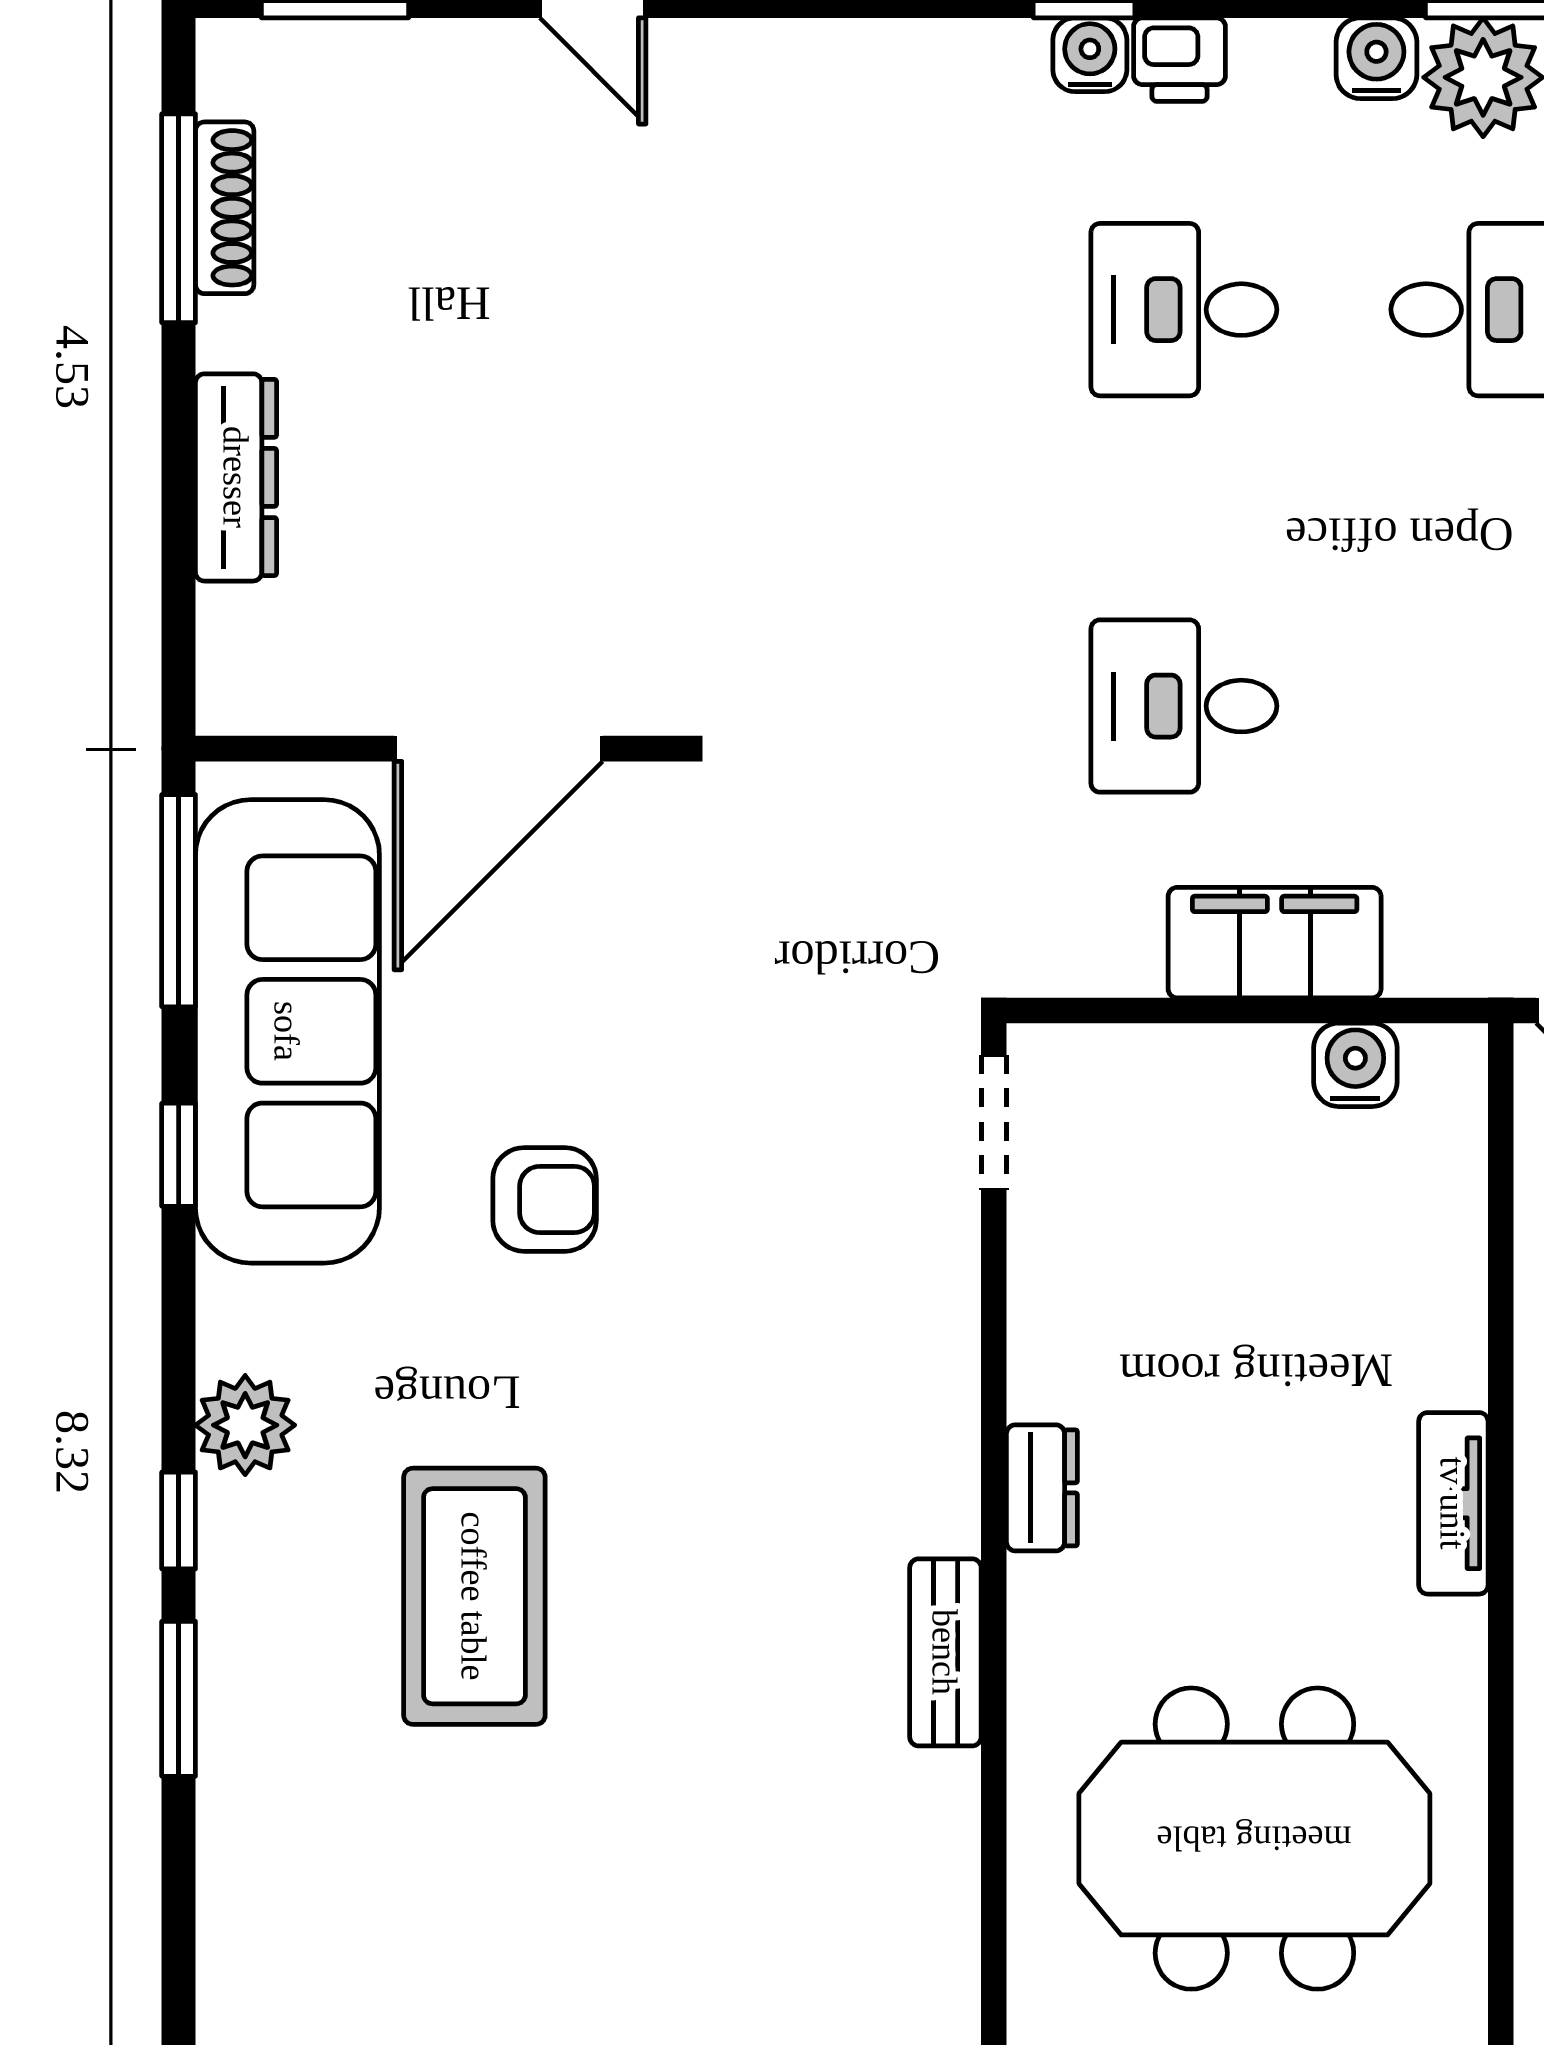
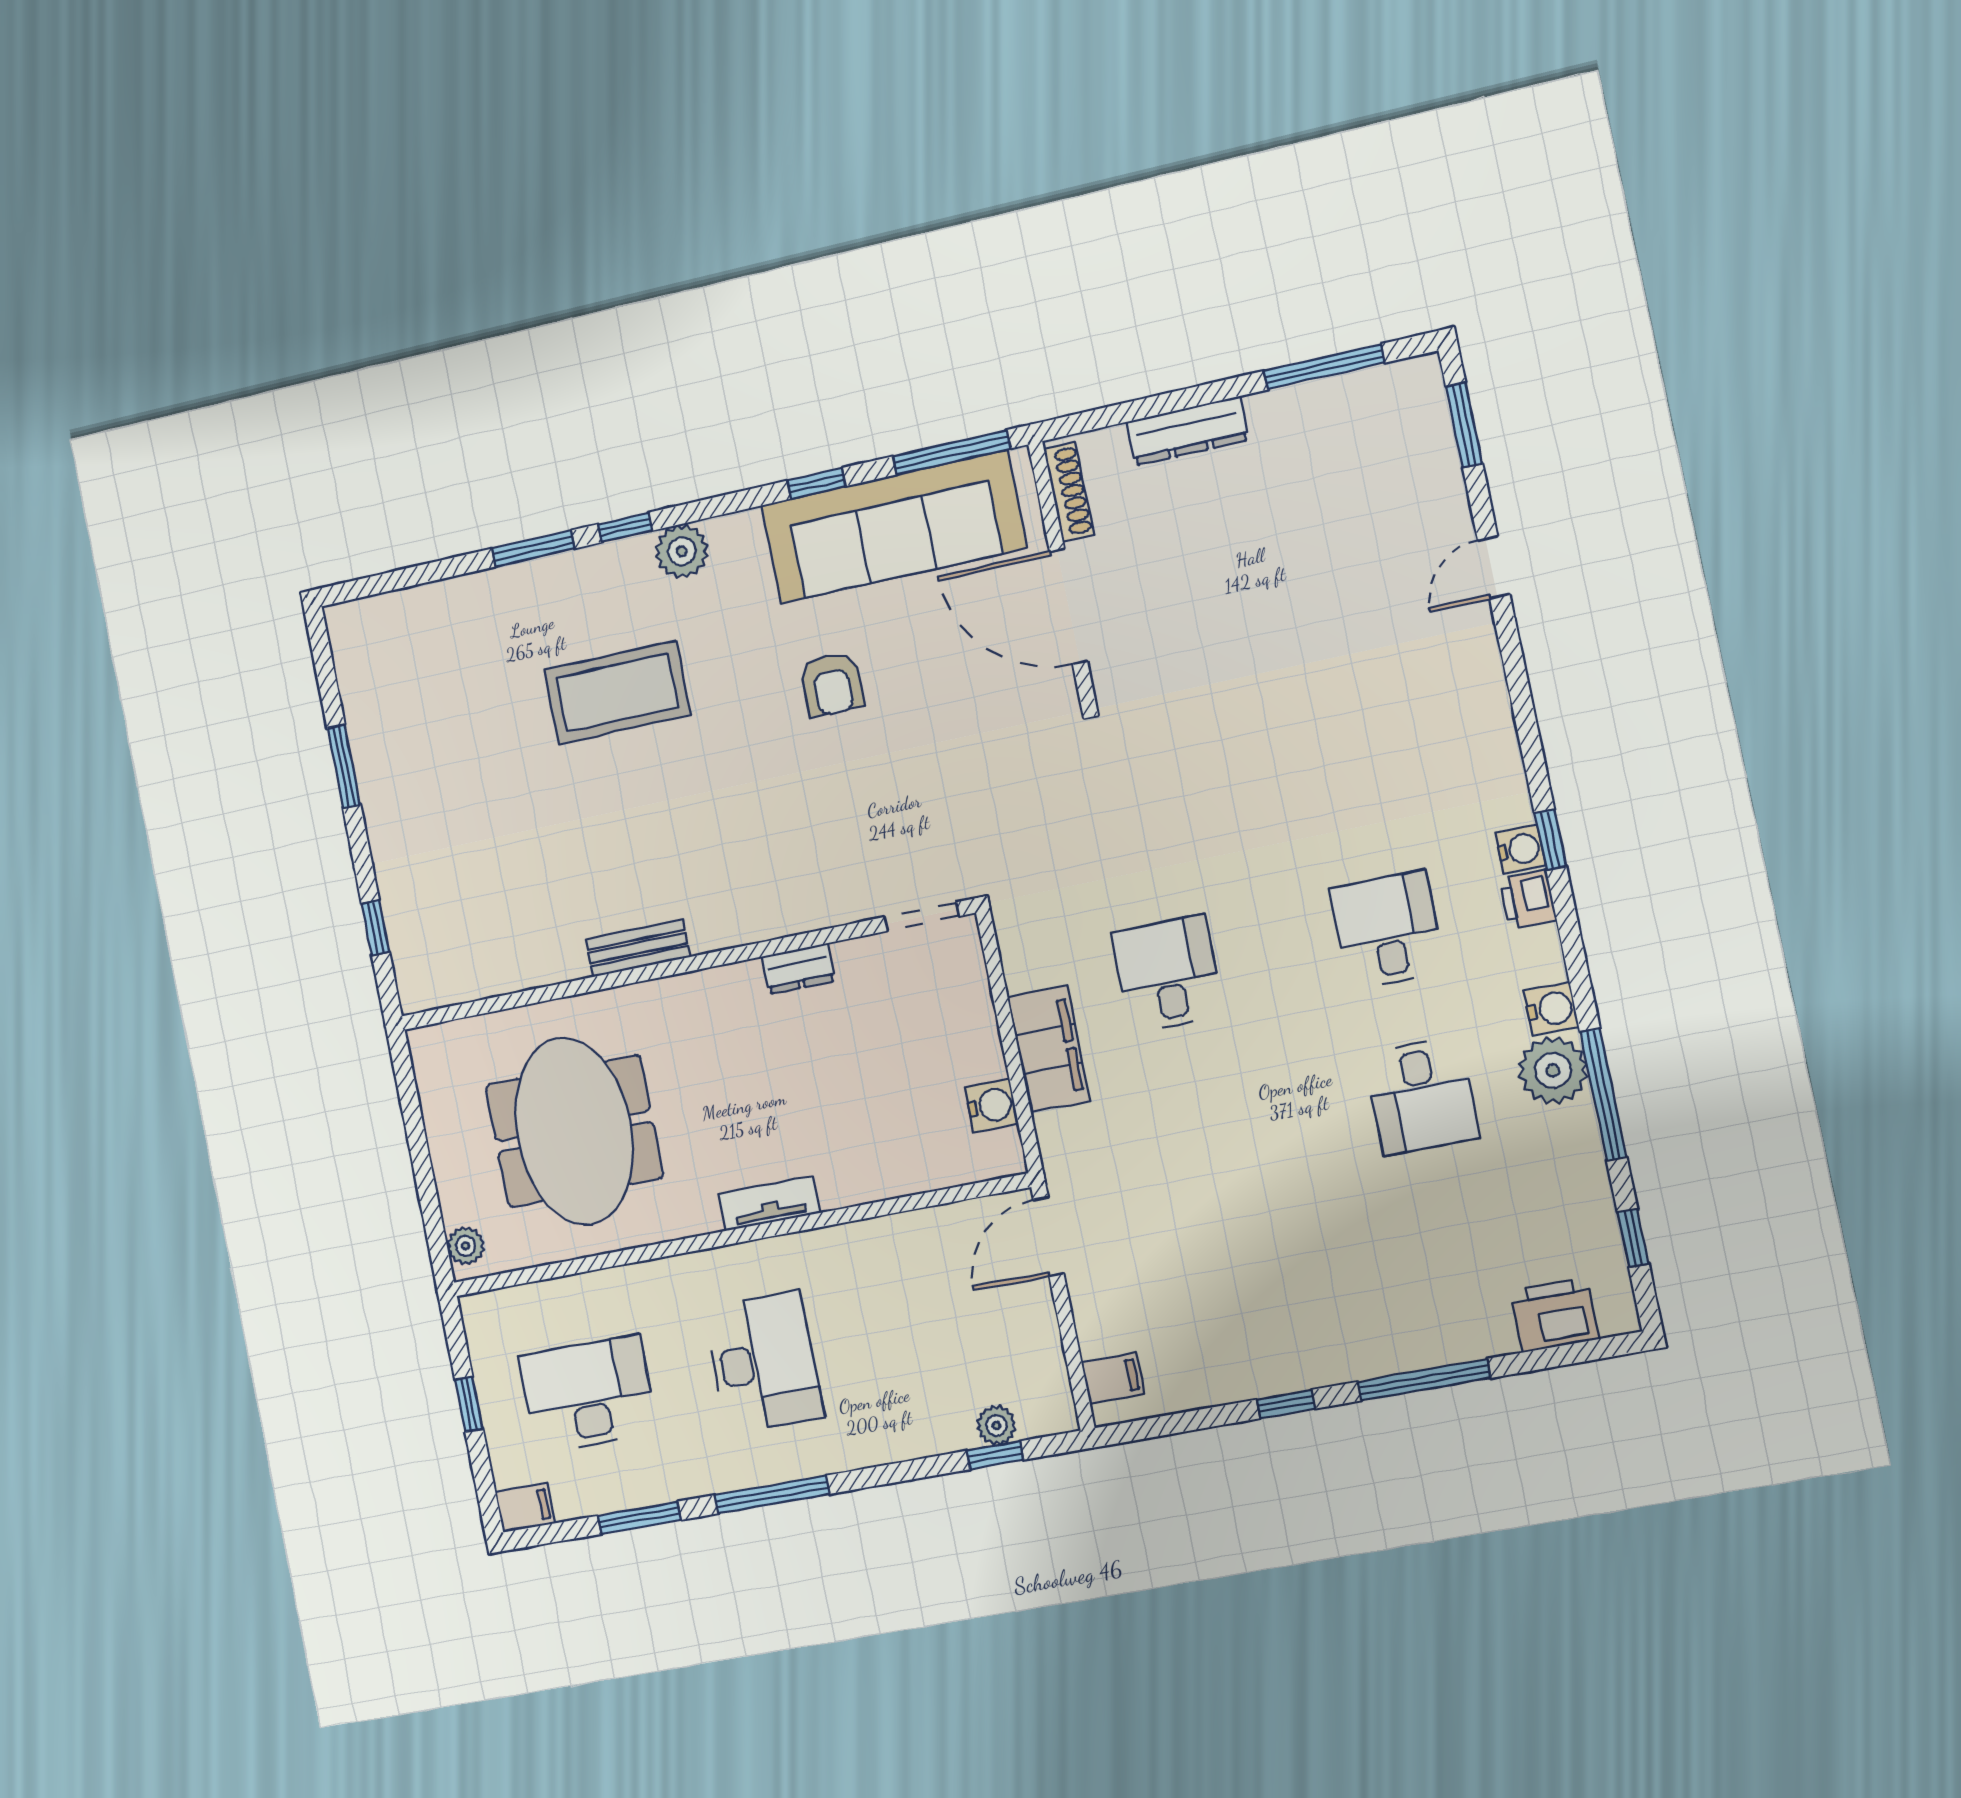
shoe rack: (225, 208) -> (1069, 492), moved, turned -90
dresser: (1042, 1488) -> (798, 969), moved

